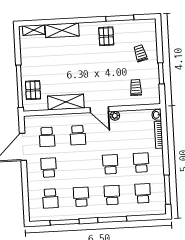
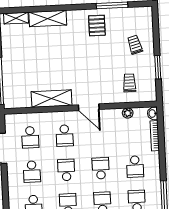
pallet: (33, 90) -> (15, 85), removed
plant: (115, 116) -> (128, 113), moved
school desk: (141, 163) -> (135, 167), turned 180
school desk: (79, 166) -> (66, 170), added
school desk: (49, 168) -> (32, 172), turned 180

